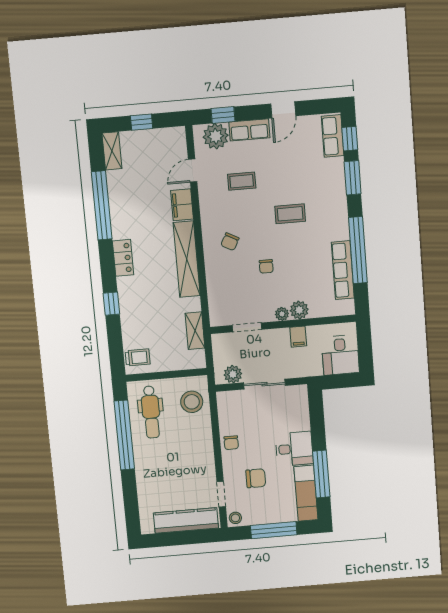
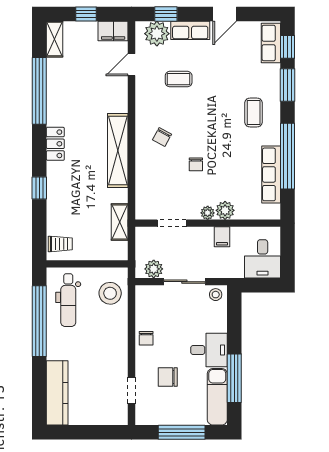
filing cabinet: (182, 205) -> (113, 31), moved, turned -90
coffee table: (290, 214) -> (254, 113), moved, turned 90
chair: (256, 478) -> (168, 377), turned 180
stool: (235, 518) -> (216, 295), moved
kitchen counter: (186, 520) -> (57, 393), moved, turned 90

